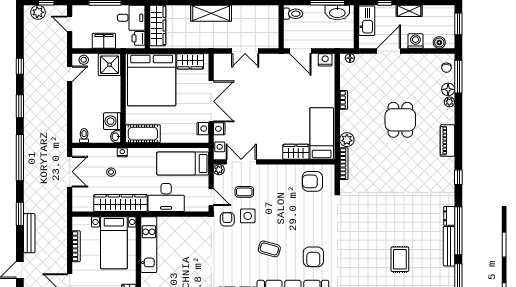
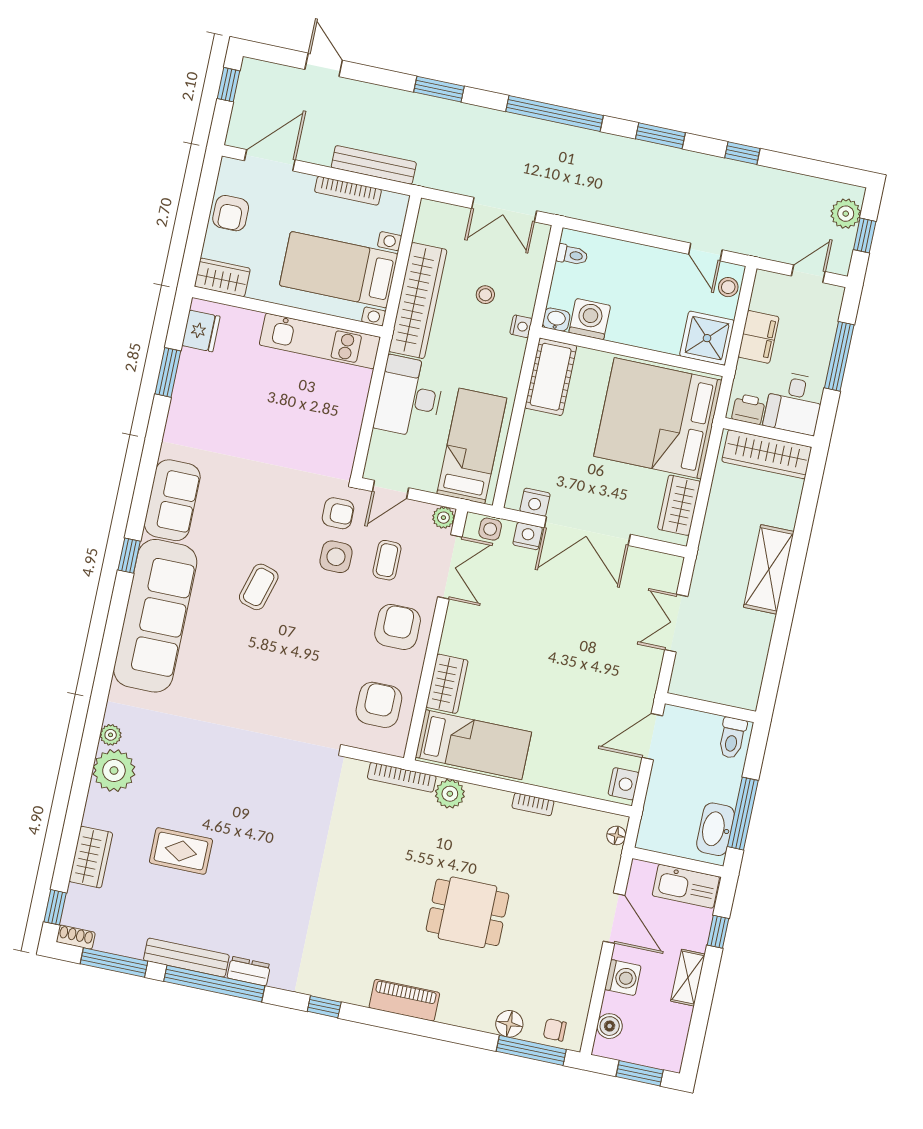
plant: (449, 102) -> (483, 1021), removed
bench: (29, 233) -> (374, 165), moved
armchair: (313, 257) -> (398, 627), moved, turned 90

